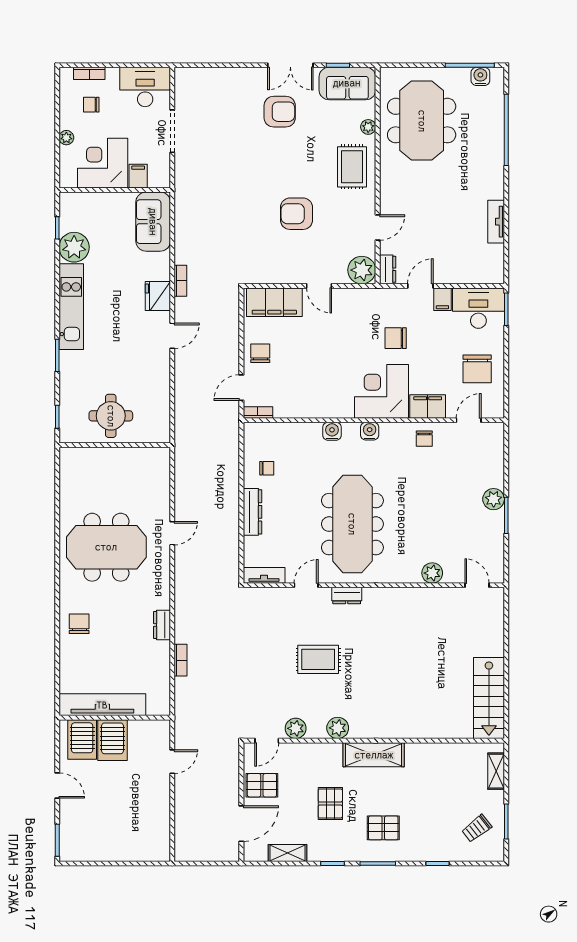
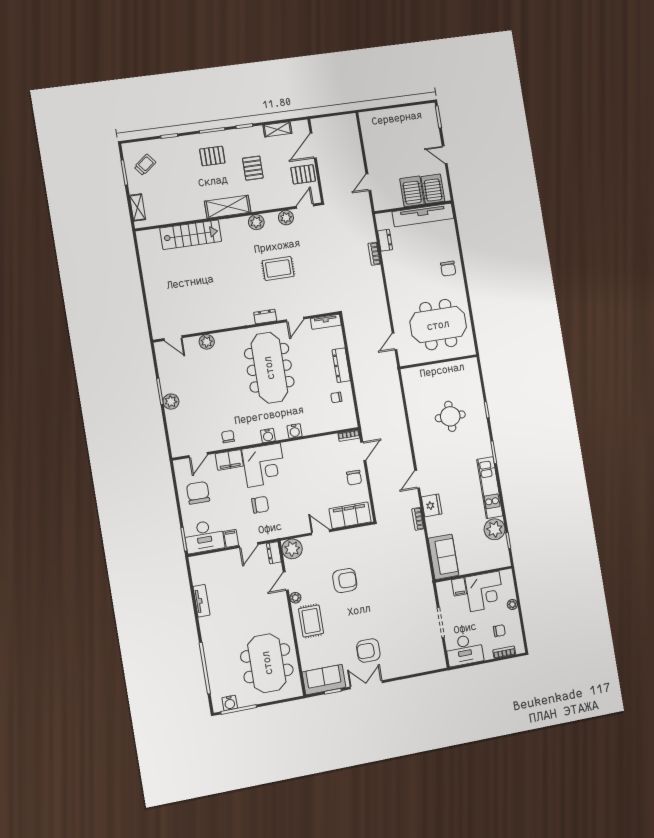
plant: (368, 127) -> (295, 598), moved
wall: (115, 445) -> (438, 362), moved
dresser: (162, 625) -> (385, 240), moved
stairs: (489, 698) -> (191, 235), moved, turned 90

